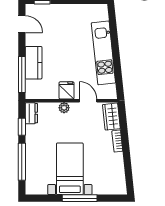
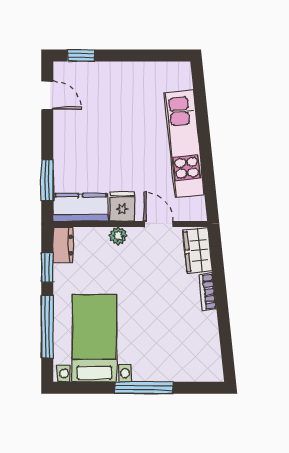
kitchen counter: (34, 63) -> (81, 207), moved, turned -90
window: (22, 75) -> (47, 180), width x0.69
bed with nightstands: (70, 169) -> (94, 338), moved

